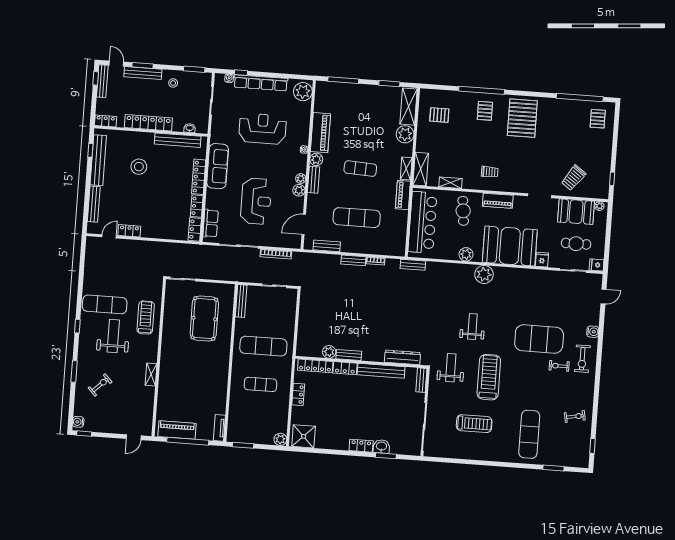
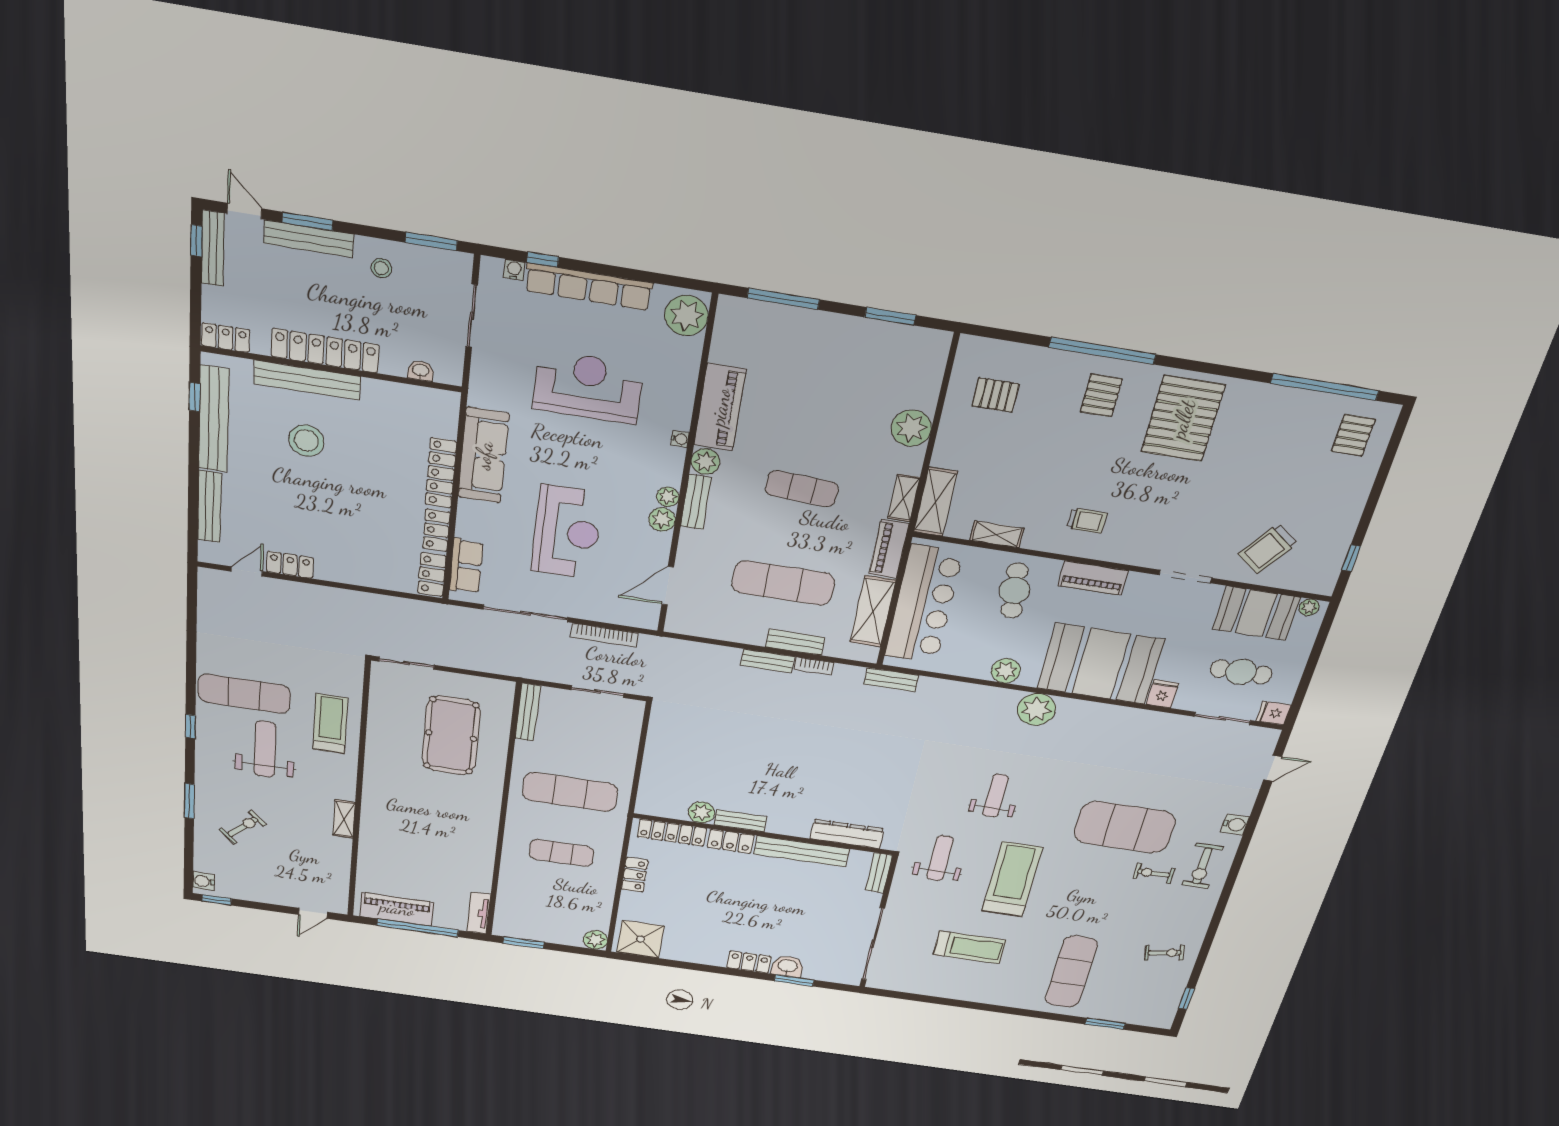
shelving: (409, 107) -> (873, 611), moved
bench: (178, 140) -> (307, 380), moved
bench: (327, 246) -> (795, 642), moved

